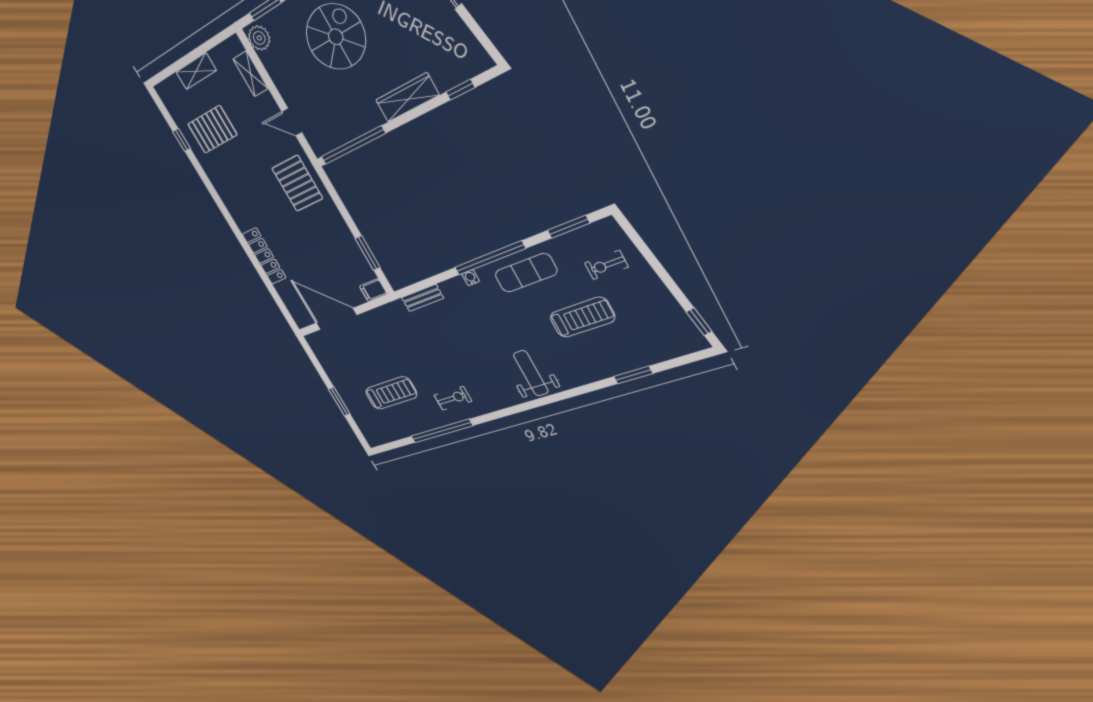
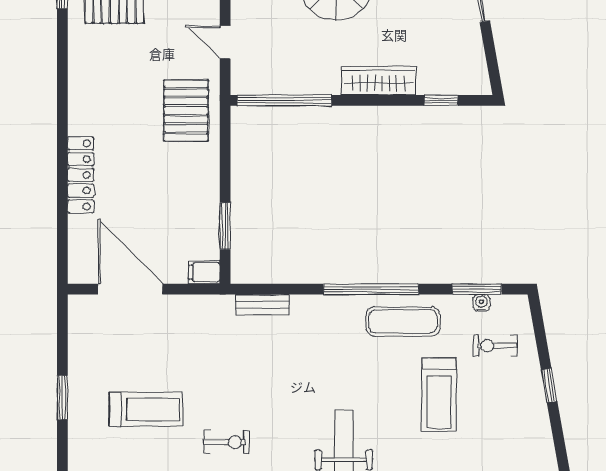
water cooler: (471, 278) -> (481, 303), moved
treadmill: (582, 317) -> (439, 395), turned 90
window: (699, 322) -> (549, 385), moved

